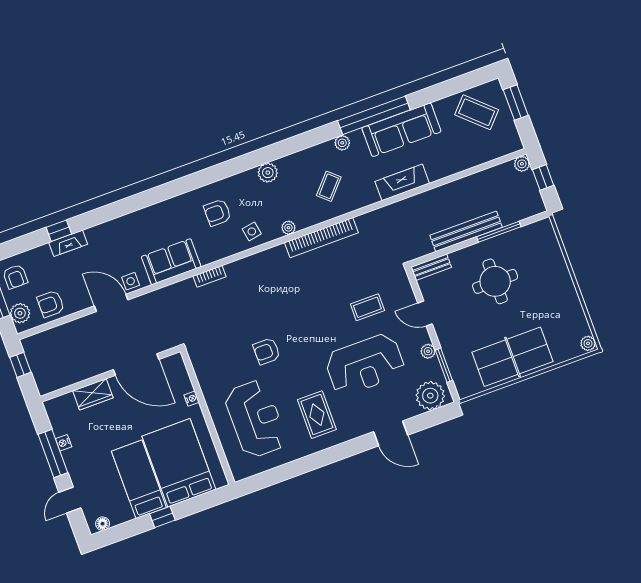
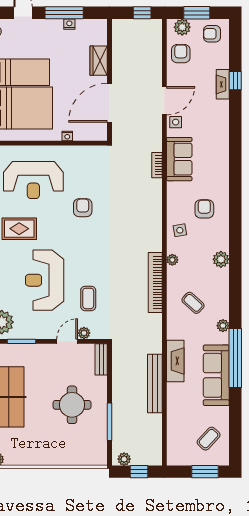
coffee table: (477, 112) -> (209, 439), width x0.73, depth x0.77
plant: (522, 164) -> (124, 459), moved
bench: (466, 231) -> (155, 384), moved
bookcase: (210, 276) -> (157, 165), moved
plant: (428, 351) -> (84, 333), moved

